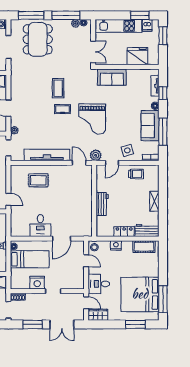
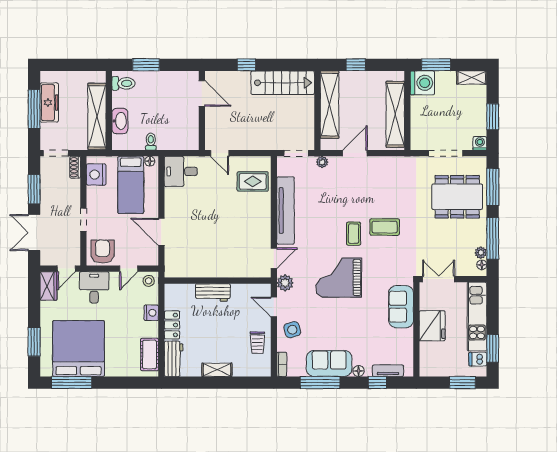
double door: (93, 52) -> (439, 279), swing flipped
fridge: (137, 56) -> (432, 326), moved
rug: (38, 180) -> (253, 181), moved, turned 90
door: (8, 199) -> (220, 153), hinge flipped
desk: (40, 226) -> (181, 171), moved
armchair: (75, 278) -> (103, 252), added
nightstand: (37, 283) -> (96, 175), moved

